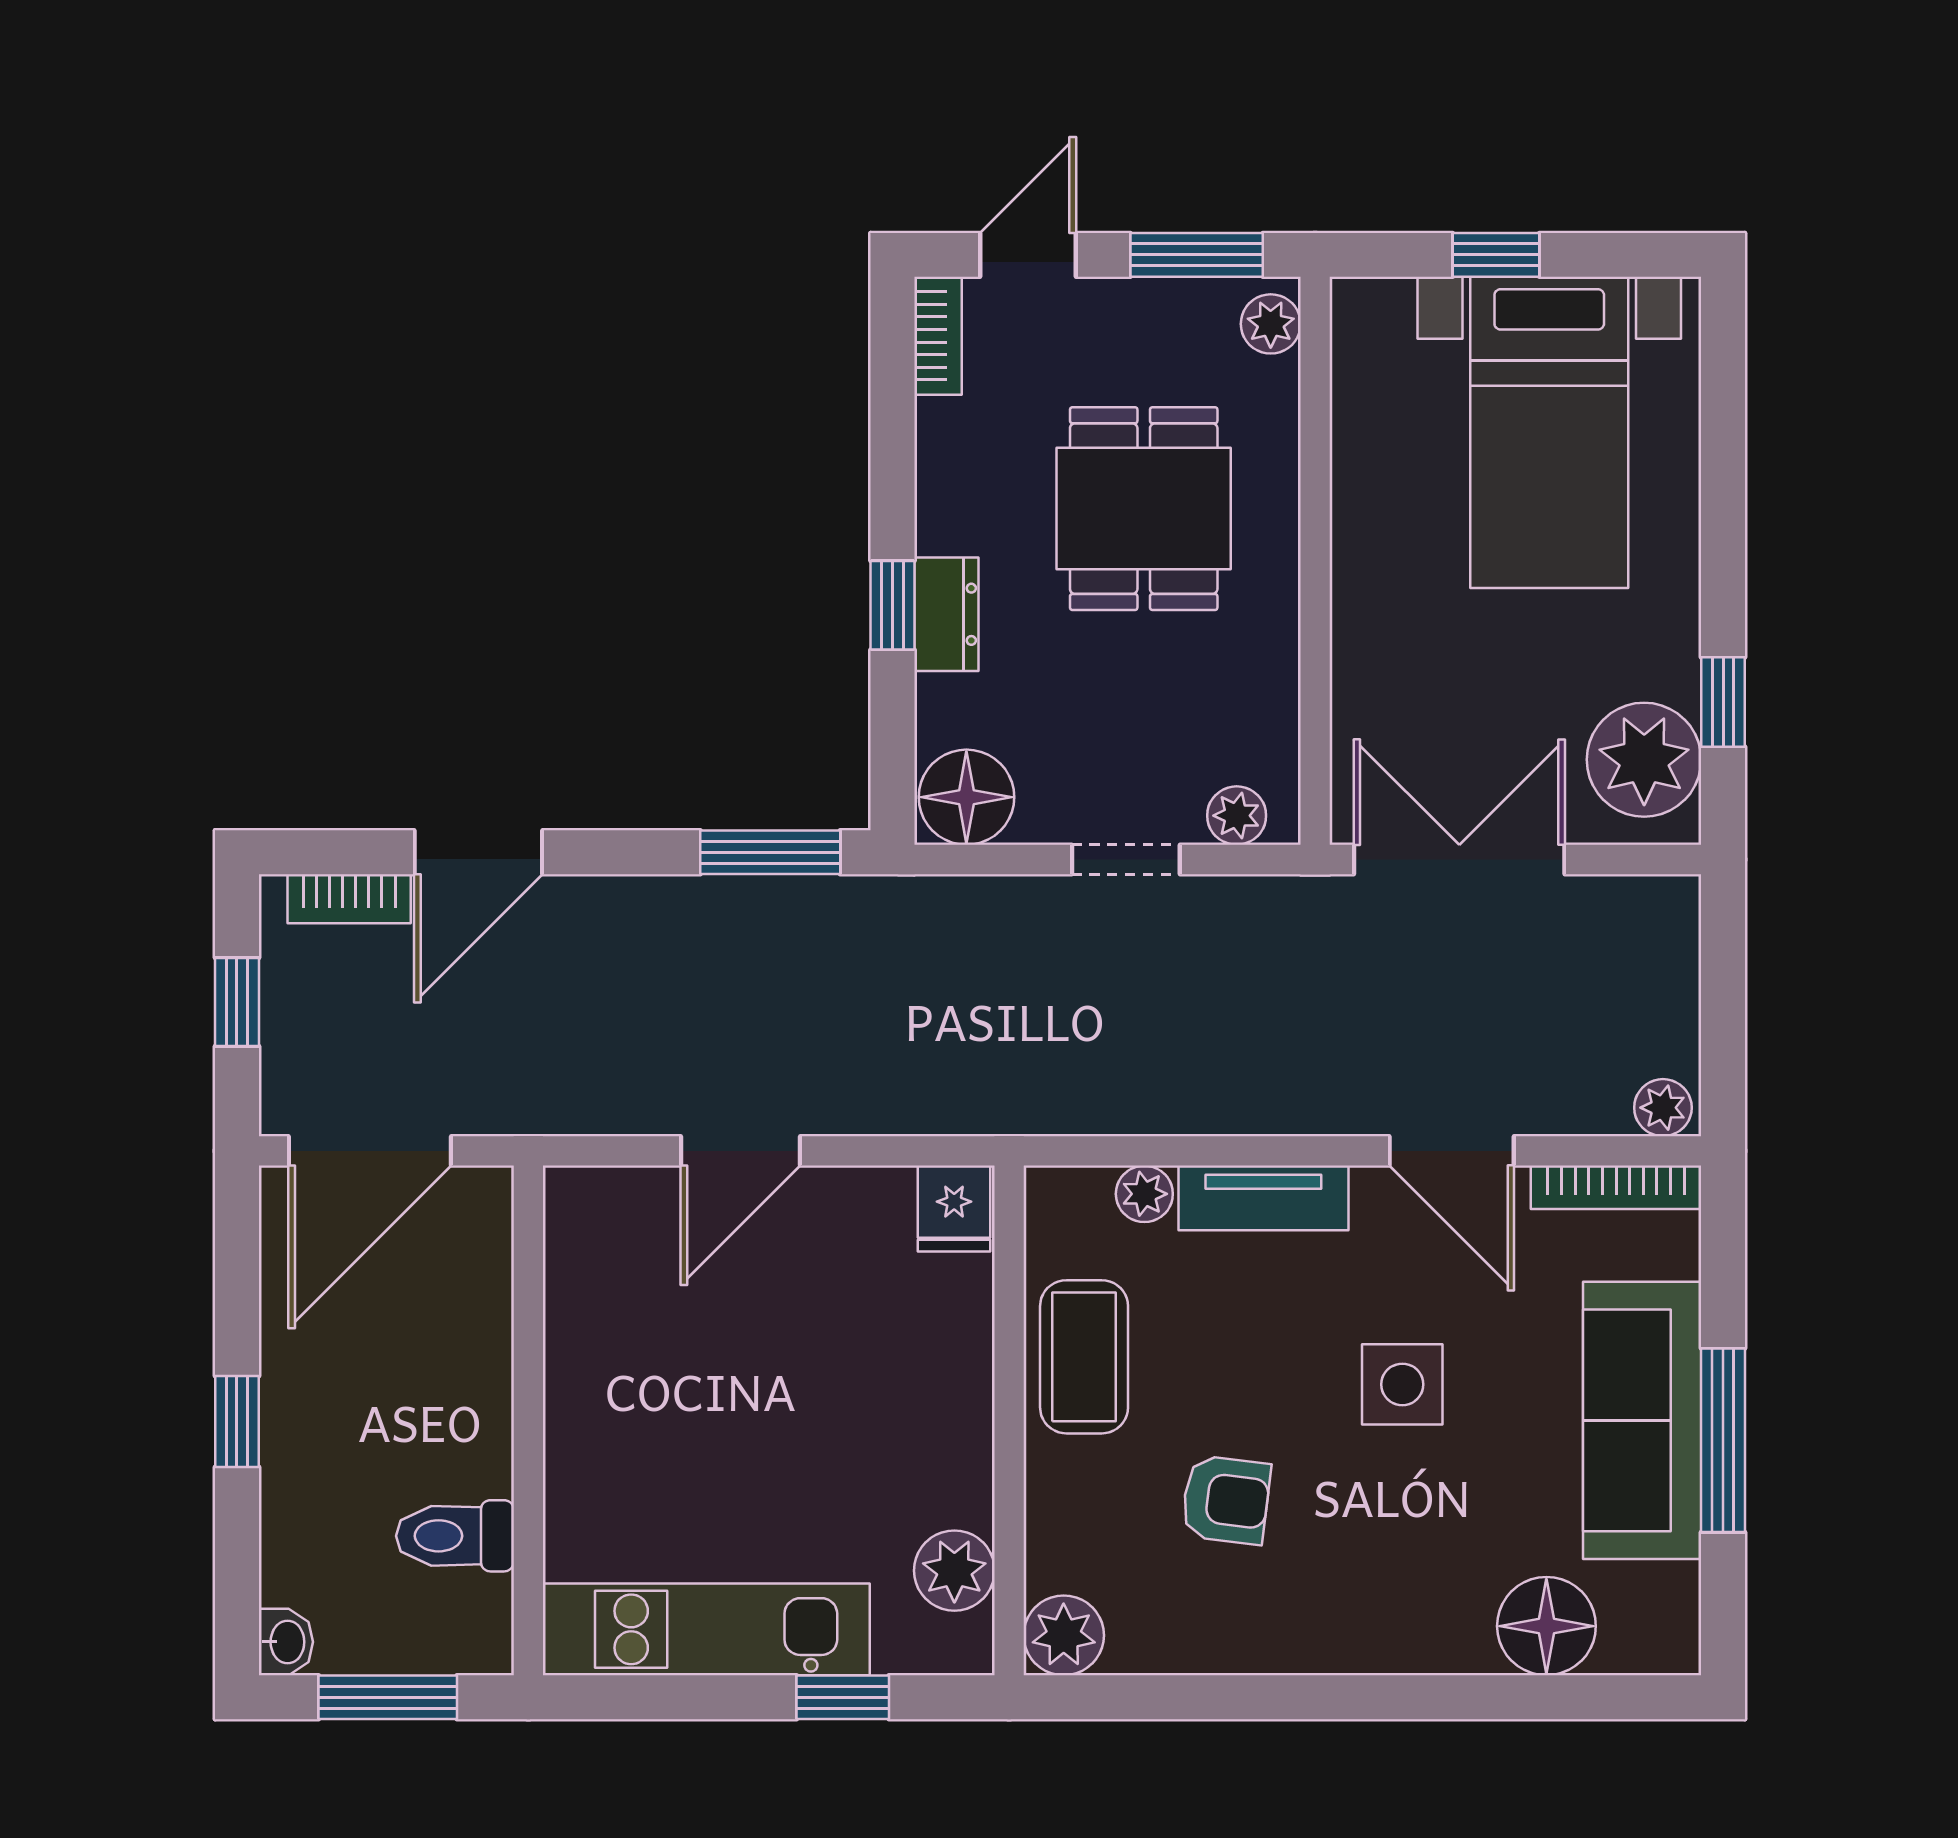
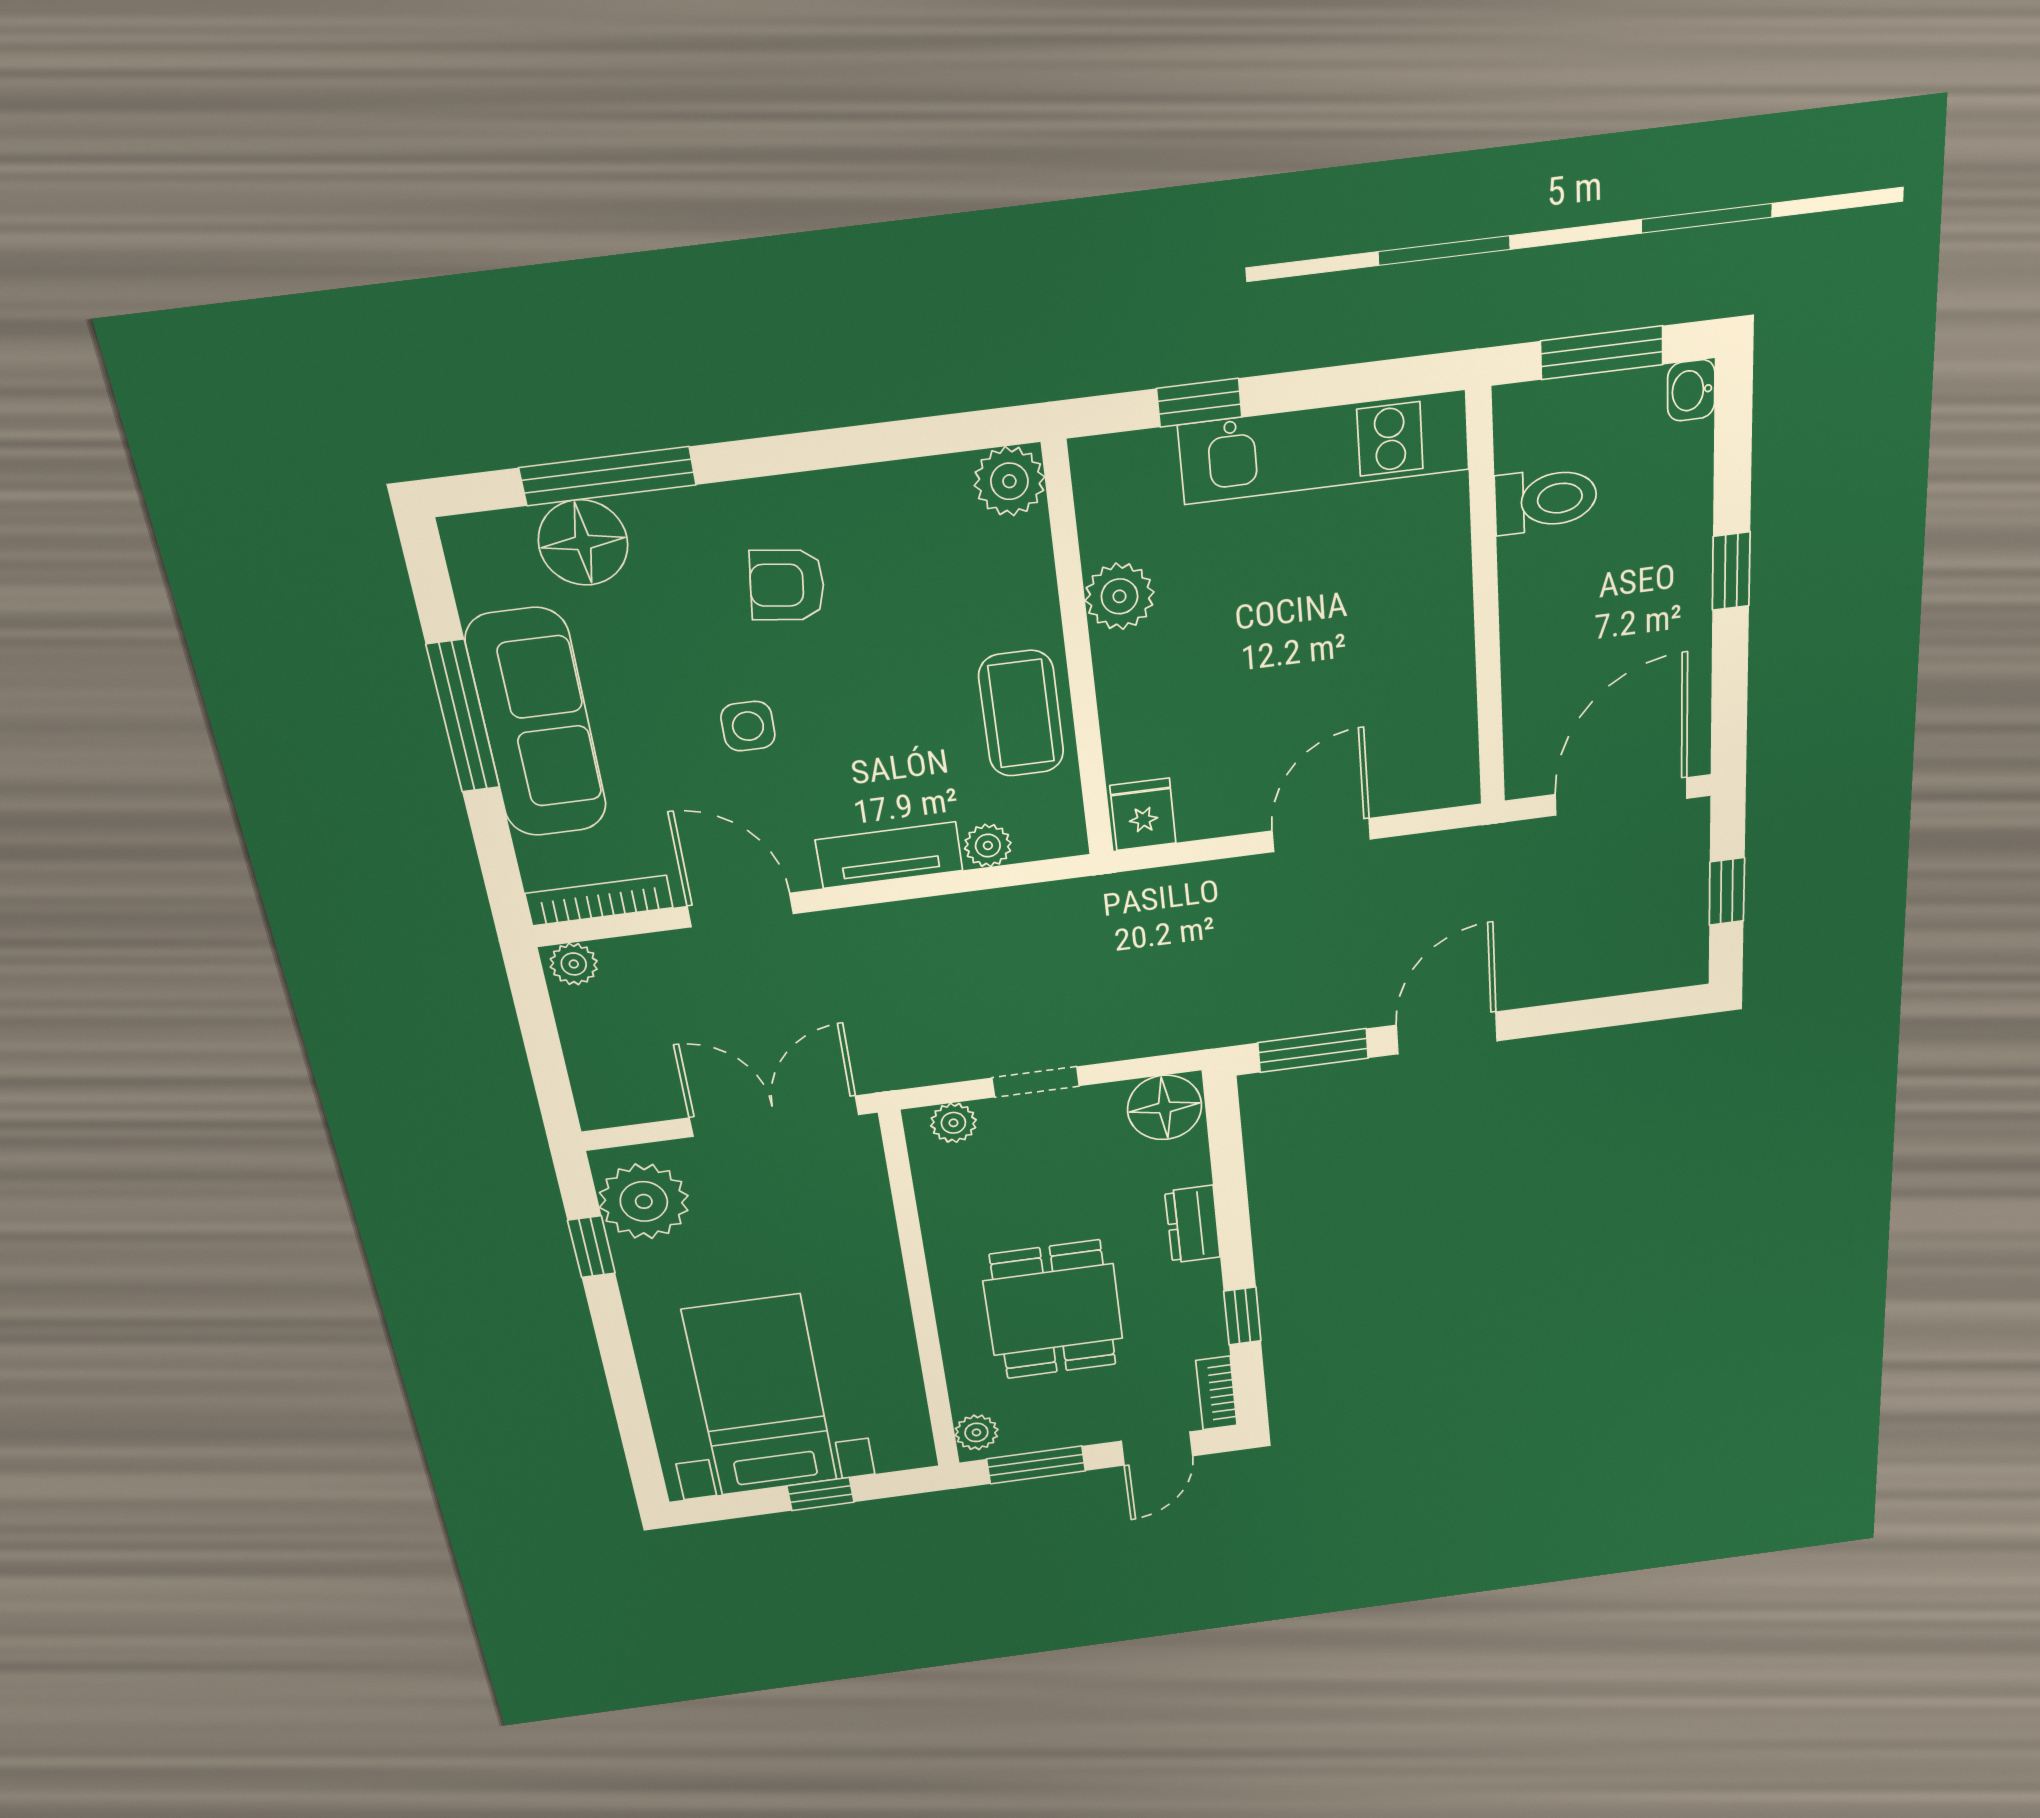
window: (893, 605) -> (1242, 1316), moved
door: (478, 852) -> (1447, 1033), moved
double door: (1459, 859) -> (774, 1116), swing flipped
bookcase: (349, 899) -> (1639, 976), removed
side table: (1402, 1384) -> (748, 726), width x0.73, depth x0.73
armchair: (1226, 1500) -> (787, 585), moved
plant: (954, 1571) -> (1119, 596), moved
window: (1505, 1697) -> (608, 476), added

